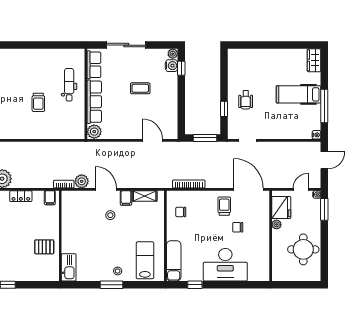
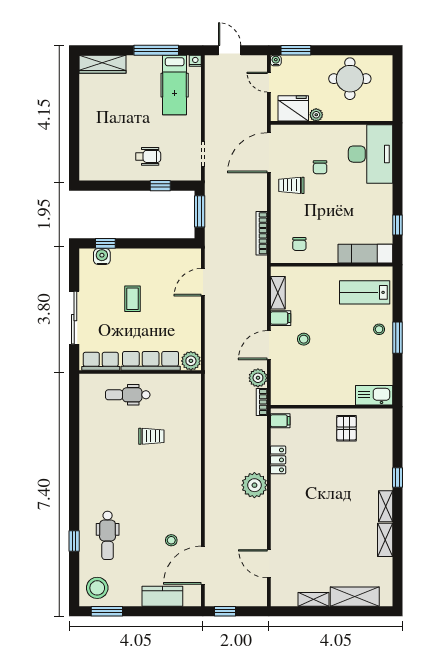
plant: (173, 54) -> (86, 255), removed
wardrobe: (314, 60) -> (103, 64), width x1.50
hospital bed: (299, 94) -> (175, 85), moved
desk: (225, 265) -> (371, 154), moved

